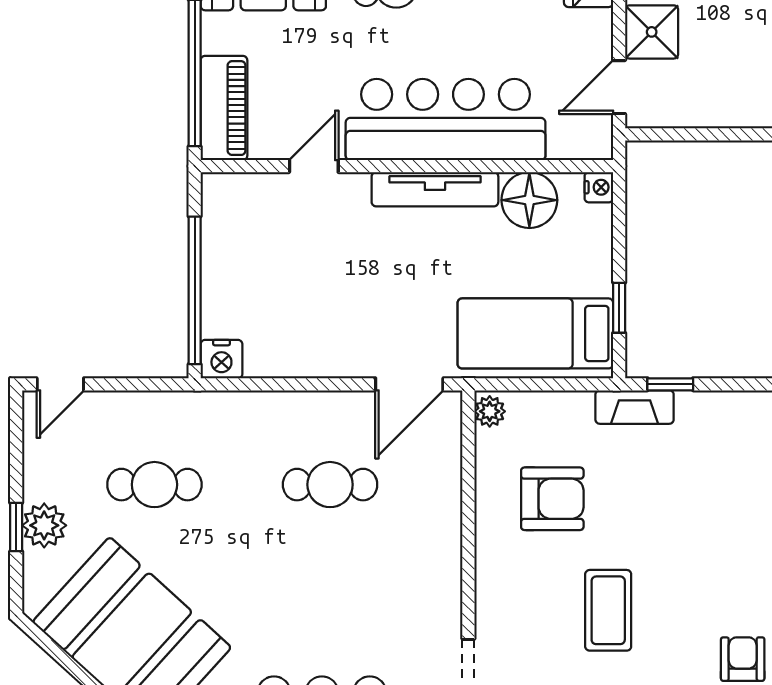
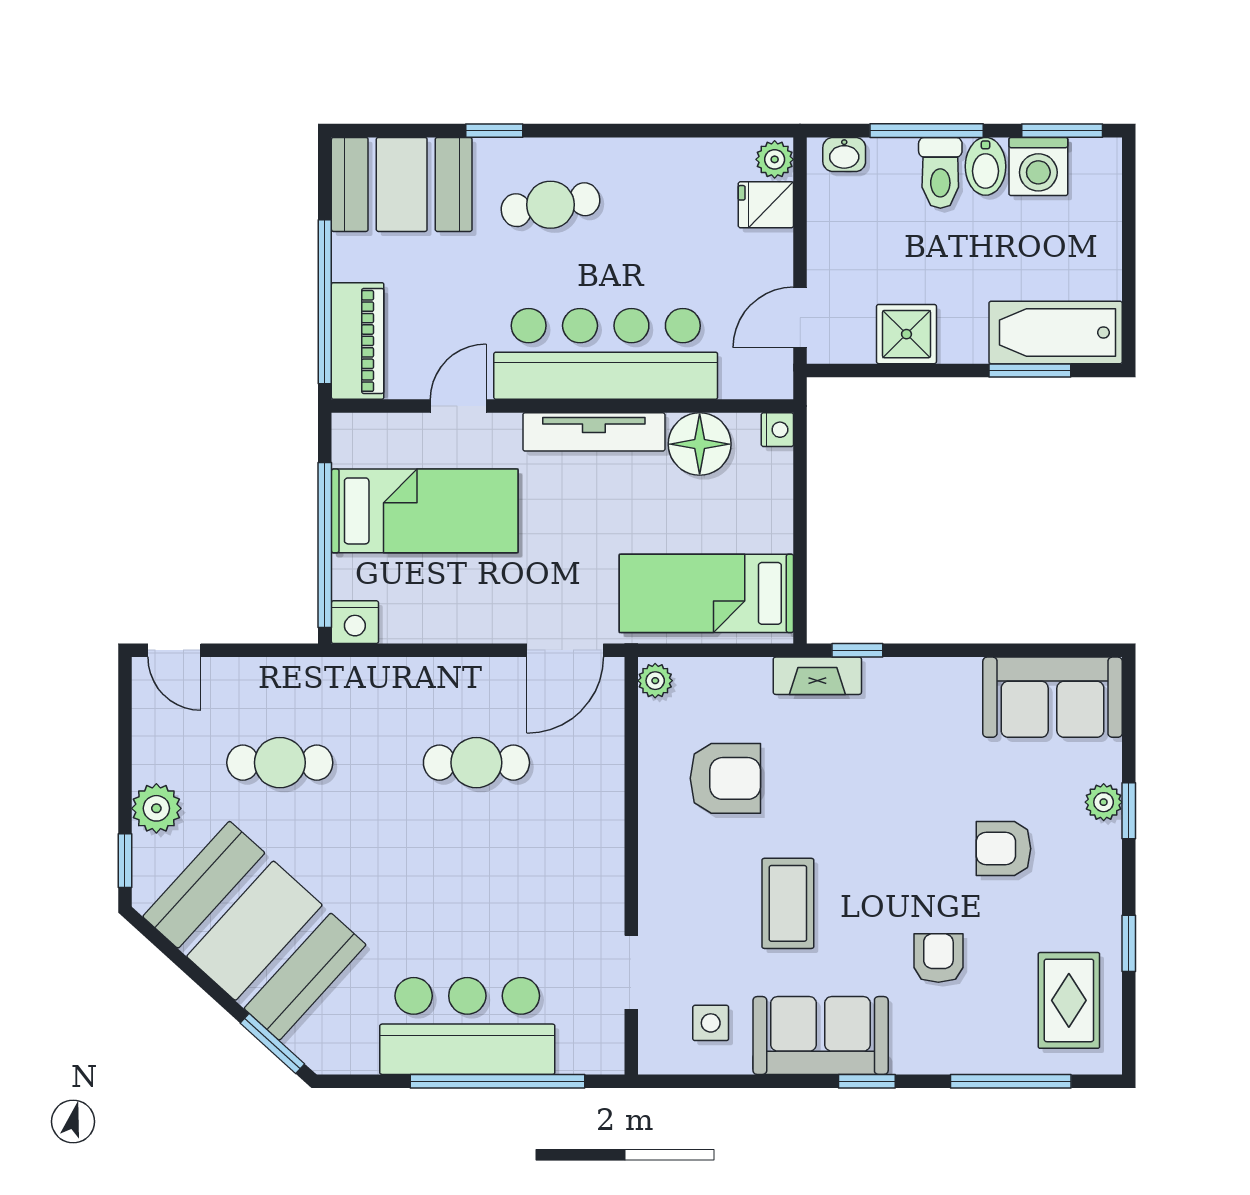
shower: (652, 32) -> (906, 334), moved
bed: (284, 260) -> (425, 511), added
window: (619, 308) -> (800, 565), removed
door: (60, 384) -> (174, 650), hinge flipped
window: (16, 527) -> (125, 861), moved

